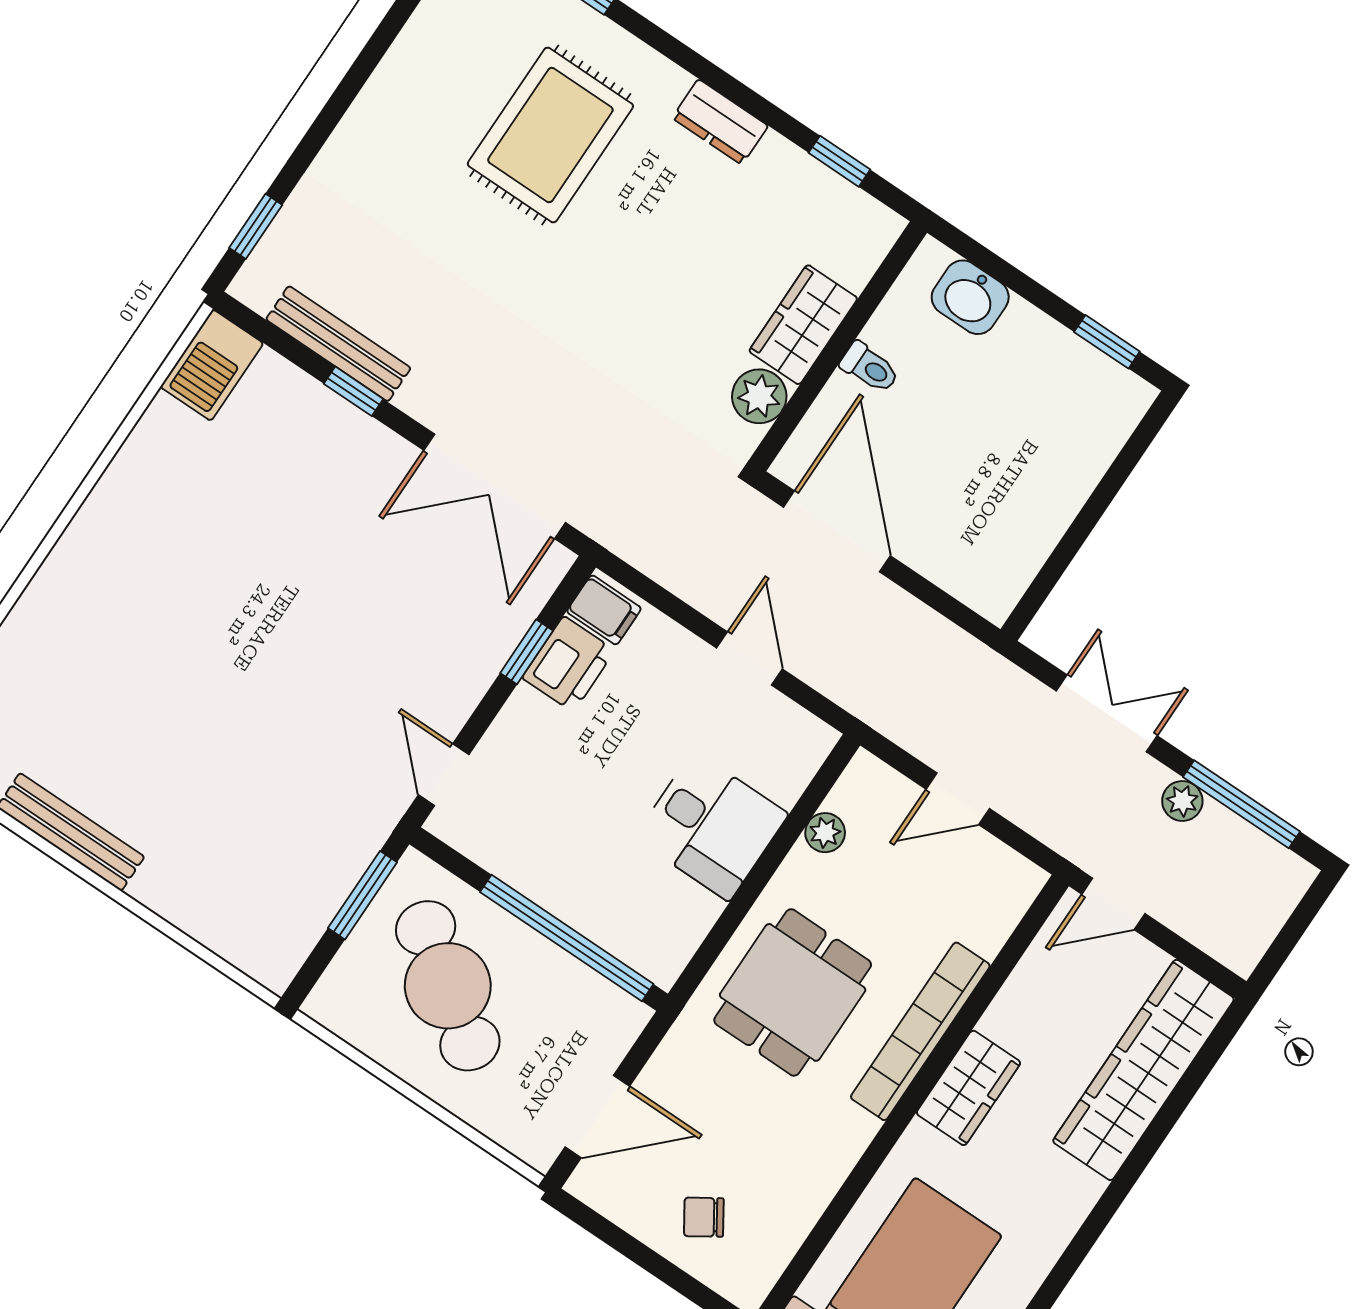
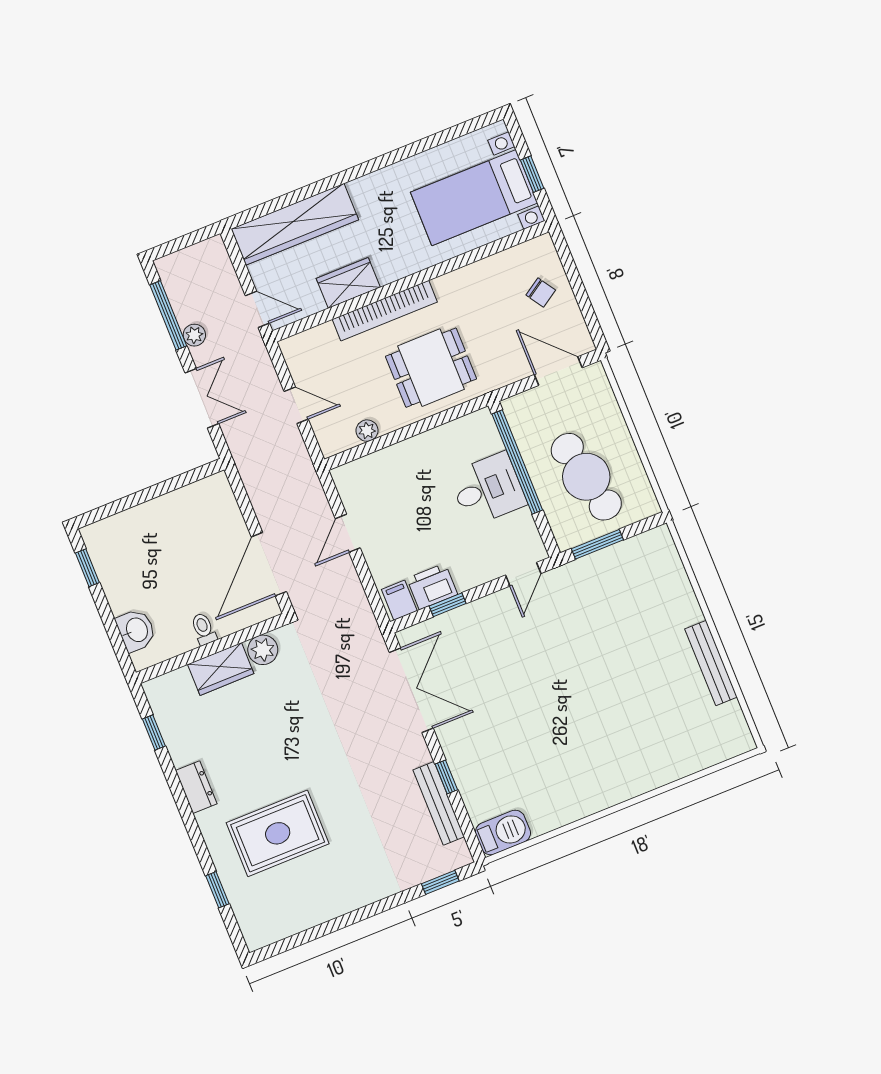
double door: (1107, 713) -> (202, 398), swing flipped
desk: (711, 826) -> (488, 489), moved, turned 90
cafe table: (448, 986) -> (586, 477), turned -47
wardrobe: (968, 1088) -> (348, 283), moved

